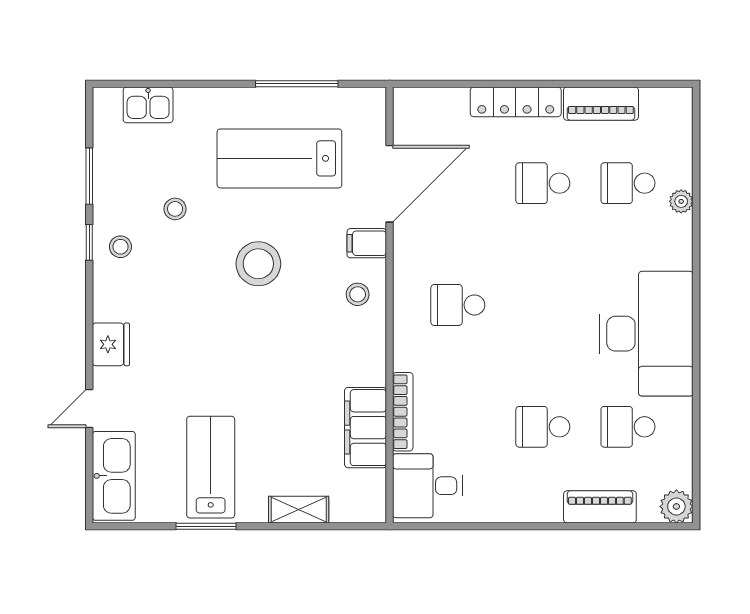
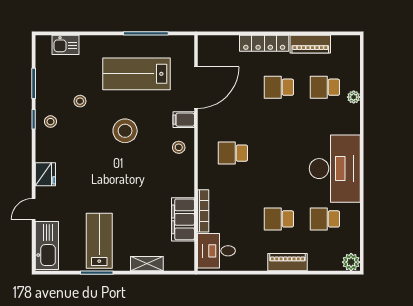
piano: (600, 507) -> (288, 262), moved

